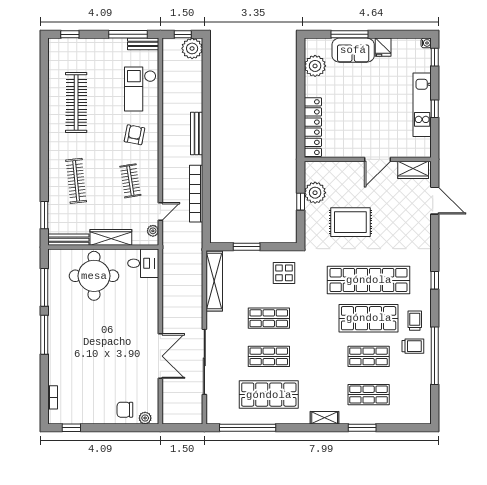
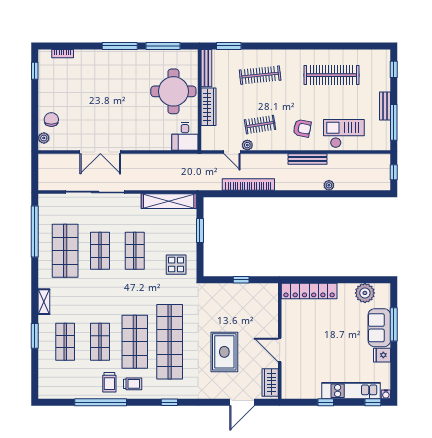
bench: (143, 44) -> (385, 106), moved
plant: (192, 48) -> (329, 185), moved, width x0.53, depth x0.53
kitchen unit: (422, 105) -> (351, 391), moved
bench: (197, 133) -> (308, 159), moved
plant: (315, 193) -> (249, 293), removed
rug: (350, 222) -> (224, 352), moved
plant: (153, 231) -> (247, 145), moved

